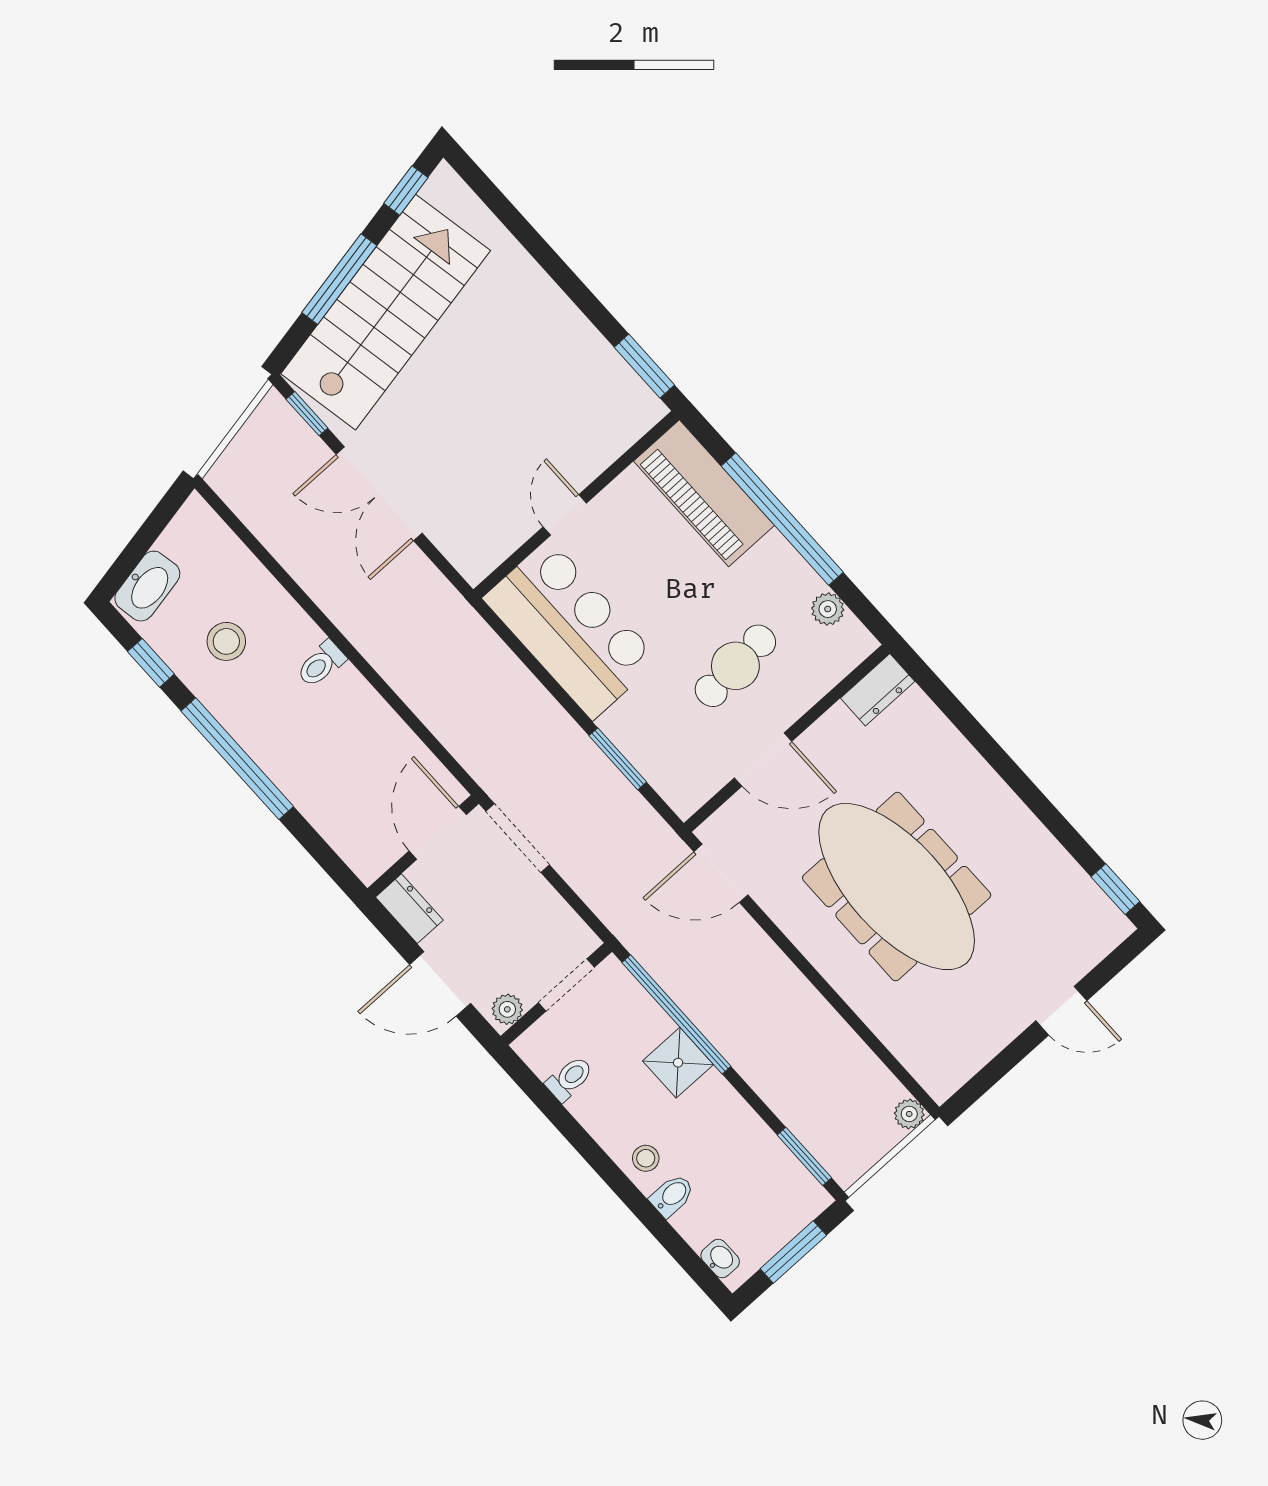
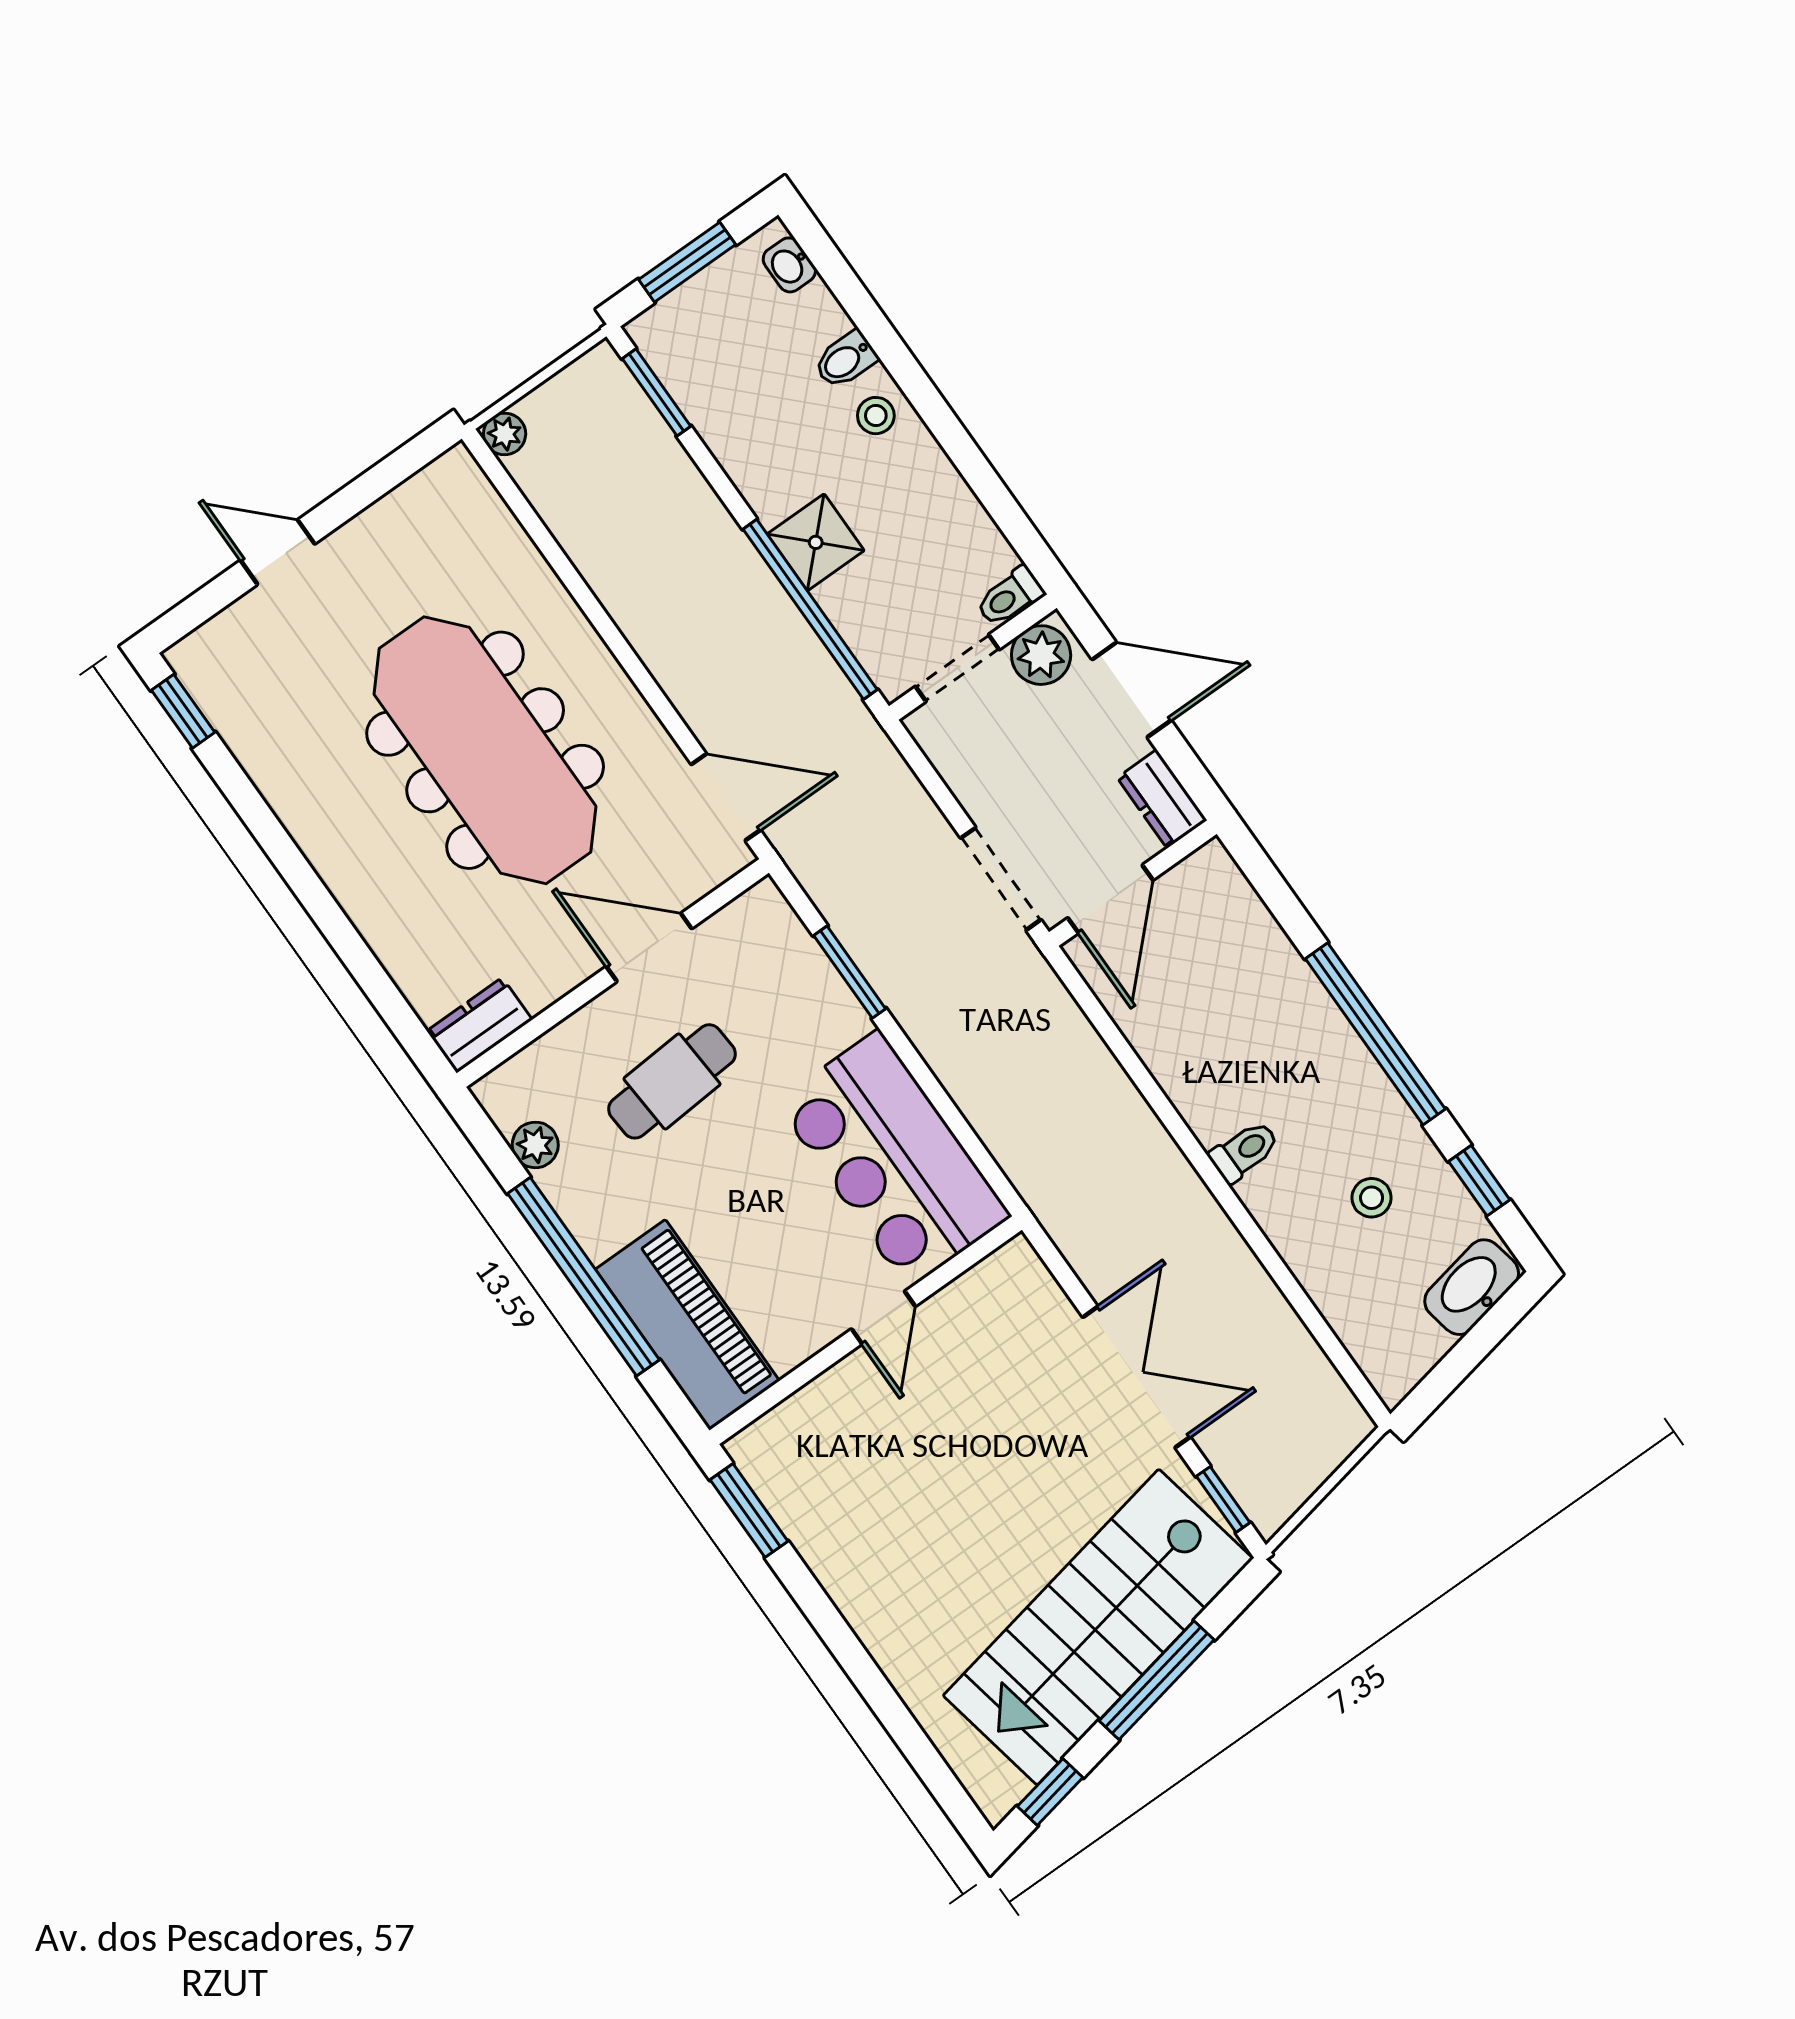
stool: (226, 641) -> (1372, 1198), width x0.73, depth x0.73
plant: (507, 1009) -> (1041, 655), width x1.38, depth x1.38
toilet: (569, 1079) -> (1010, 597), moved

